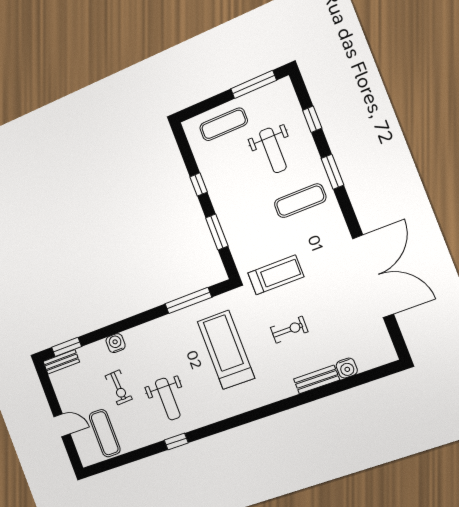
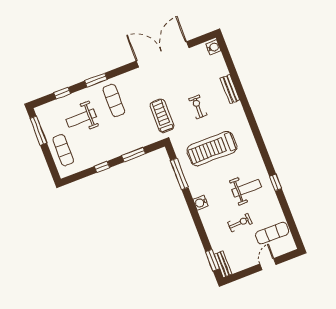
weight bench: (273, 150) -> (81, 118), turned 180
water cooler: (116, 343) -> (201, 203), moved
water cooler: (347, 368) -> (213, 47), moved

